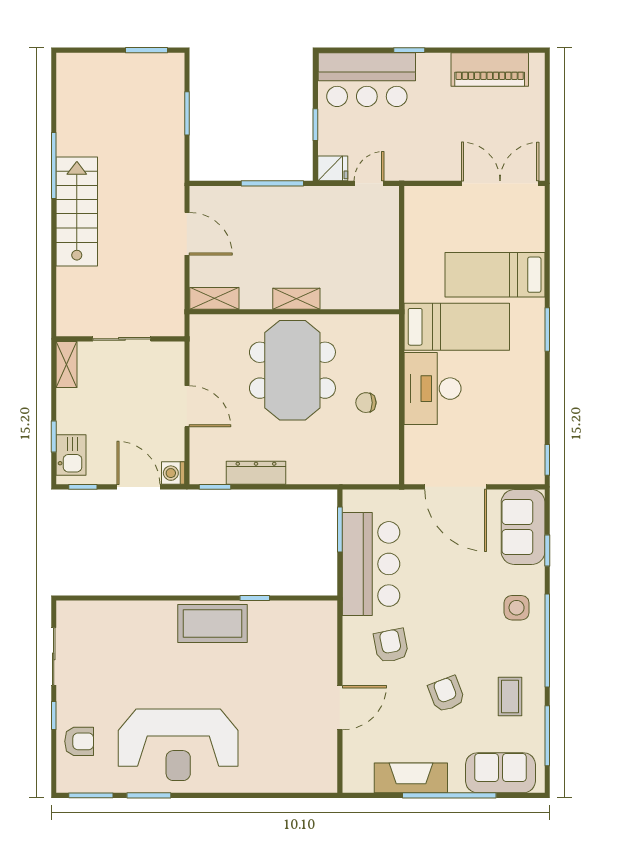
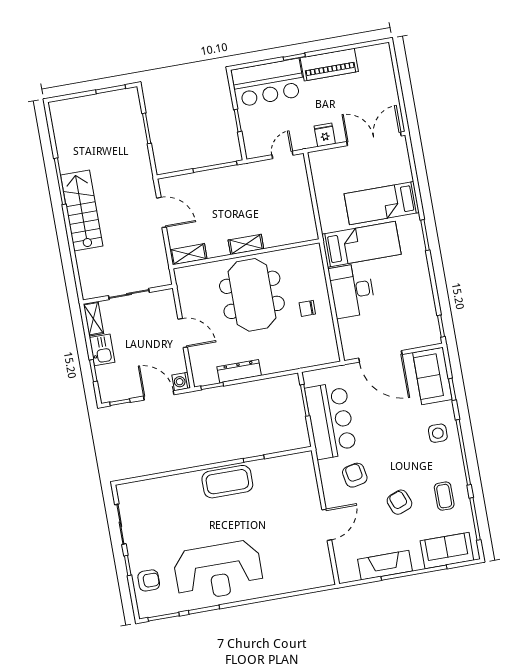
piano: (490, 69) -> (329, 65), moved
fridge: (333, 168) -> (325, 135), moved, turned -90
kitchen sink: (71, 455) -> (102, 350), moved

